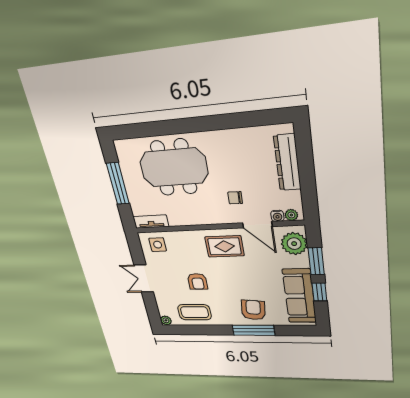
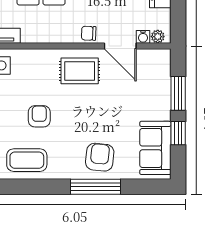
chair: (235, 198) -> (89, 33), moved
plant: (294, 244) -> (157, 71), removed
armchair: (197, 281) -> (39, 116), turned 180
sofa: (299, 296) -> (155, 148), width x0.73

